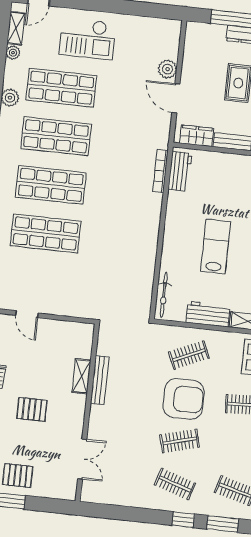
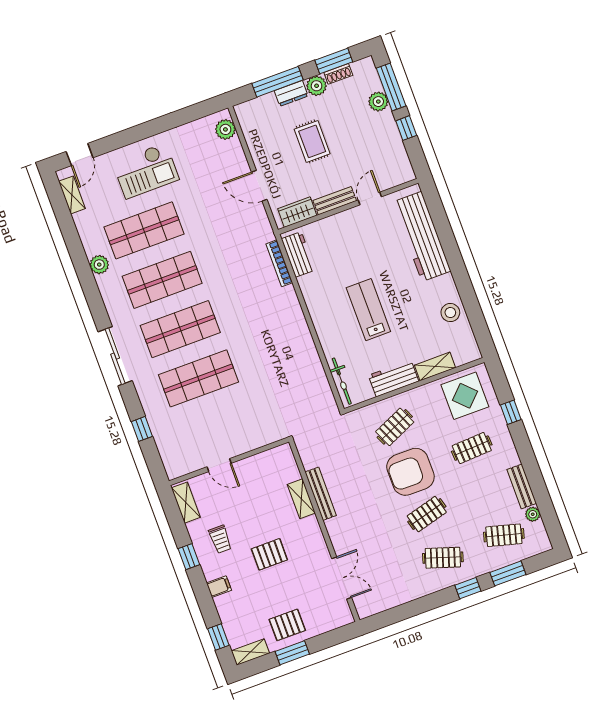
plant: (13, 53) -> (81, 220), removed
plant: (168, 69) -> (225, 129), moved
armchair: (184, 399) -> (410, 472), turned 180

